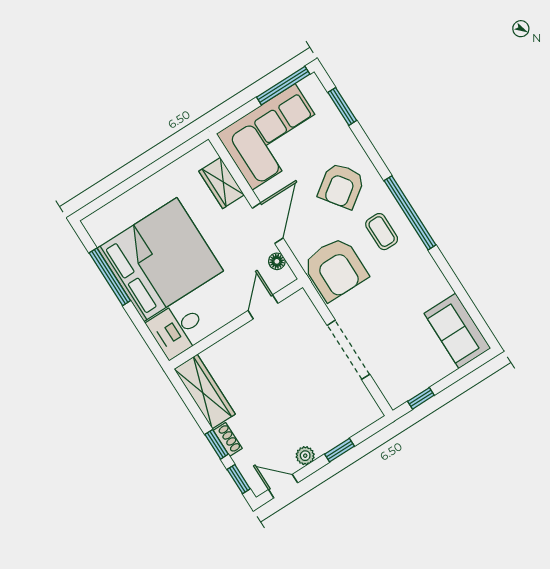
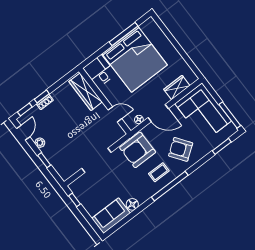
floor lamp: (439, 288) -> (132, 204), added
wardrobe: (205, 392) -> (86, 92), moved, turned 90

